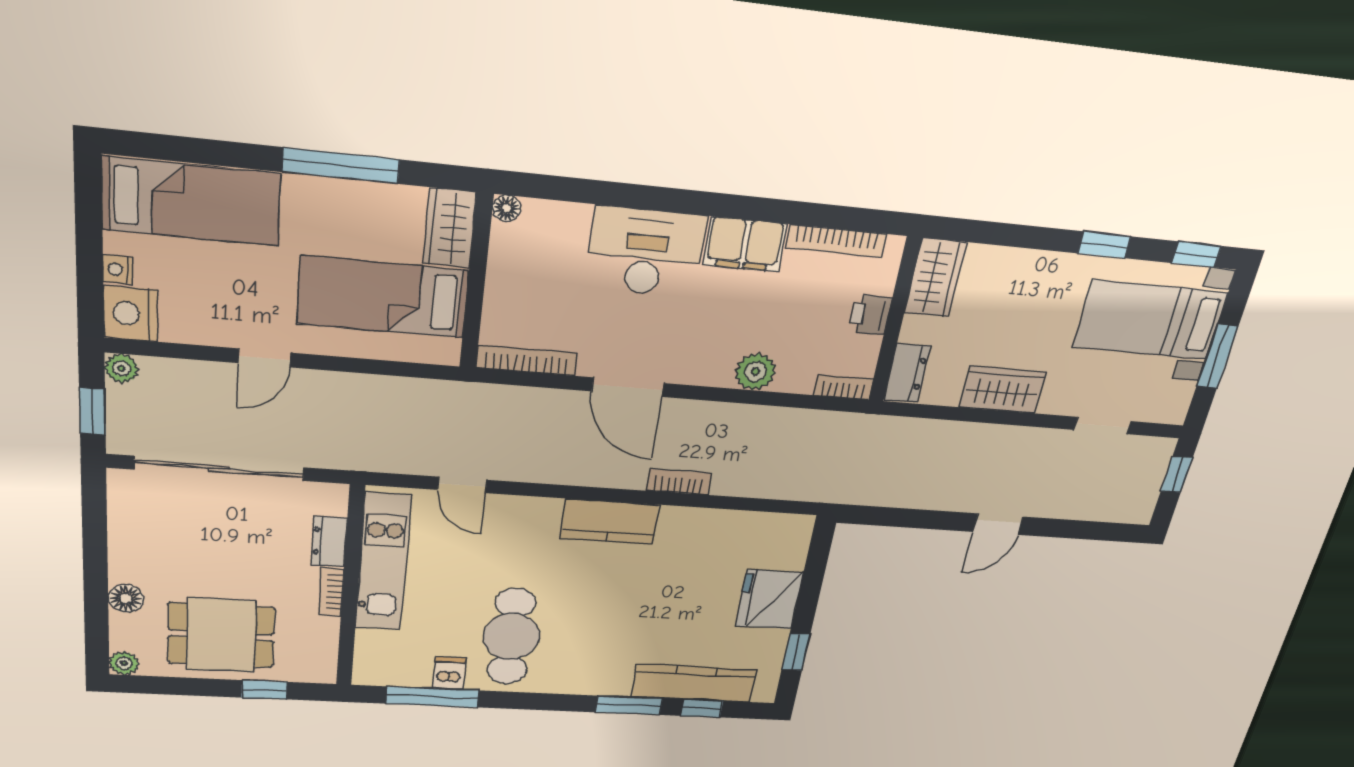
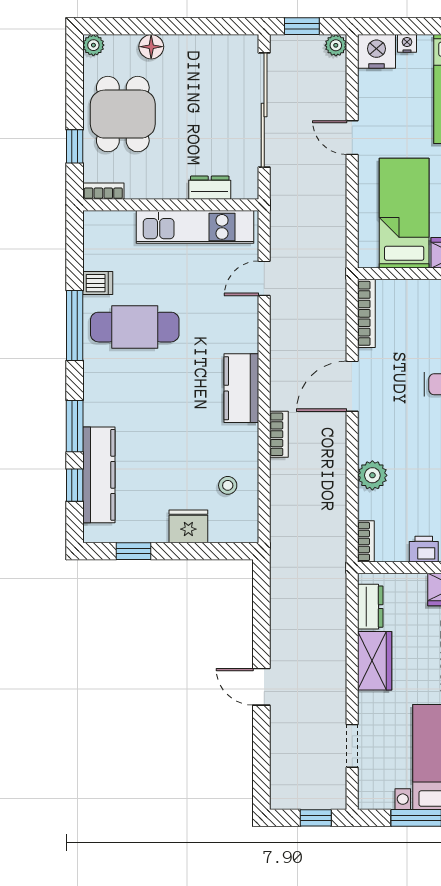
dresser: (907, 373) -> (370, 607), moved, turned -90
stool: (735, 546) -> (228, 485), added
bookcase: (331, 592) -> (103, 191), moved
fridge: (769, 599) -> (188, 526), width x0.73, depth x0.75
window: (432, 697) -> (75, 326), moved

